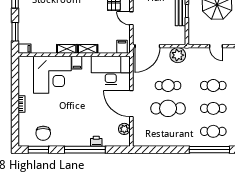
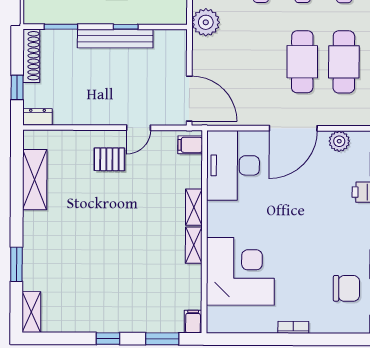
plant: (178, 55) -> (206, 22), moved
filing cabinet: (77, 63) -> (218, 227), removed
cafe table: (168, 85) -> (344, 62), moved, width x1.37, depth x1.35

